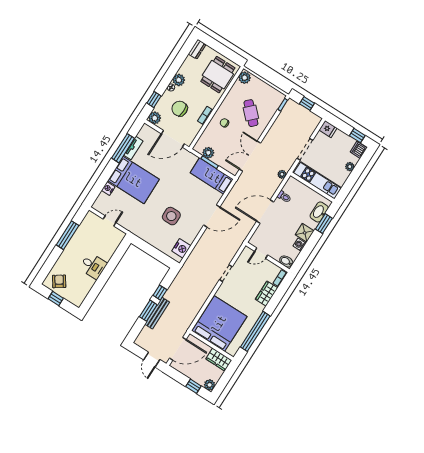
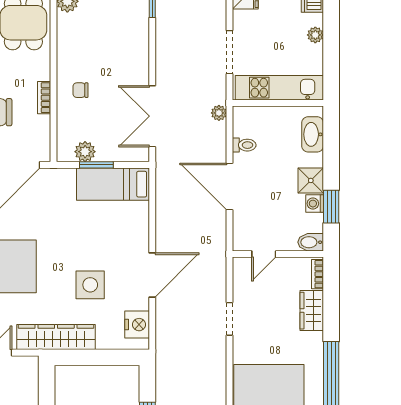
cafe table: (251, 113) -> (112, 49), removed
door: (265, 212) -> (230, 186), hinge flipped
door: (212, 216) -> (152, 275), moved
window: (324, 224) -> (331, 207), moved
wardrobe: (140, 230) -> (56, 337), added

